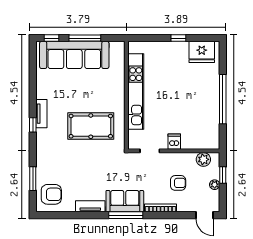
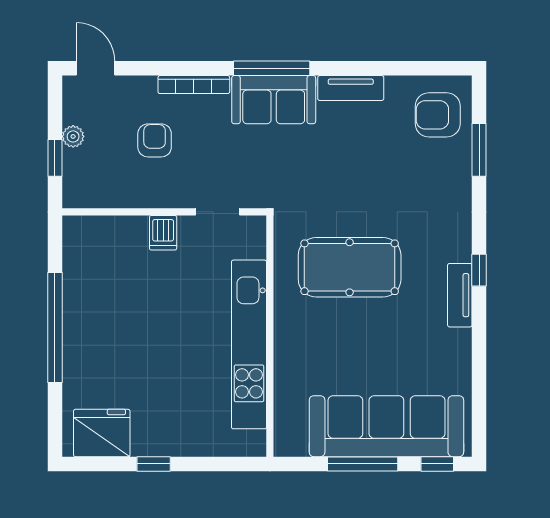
plant: (203, 159) -> (98, 193), removed
armchair: (178, 183) -> (155, 140), turned 90

